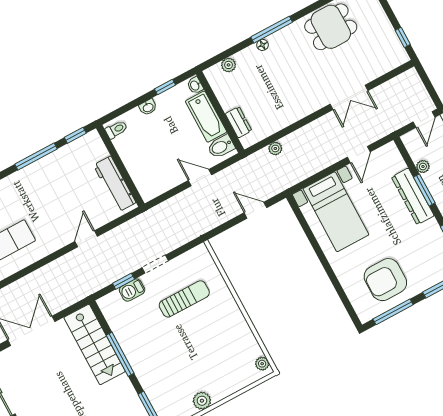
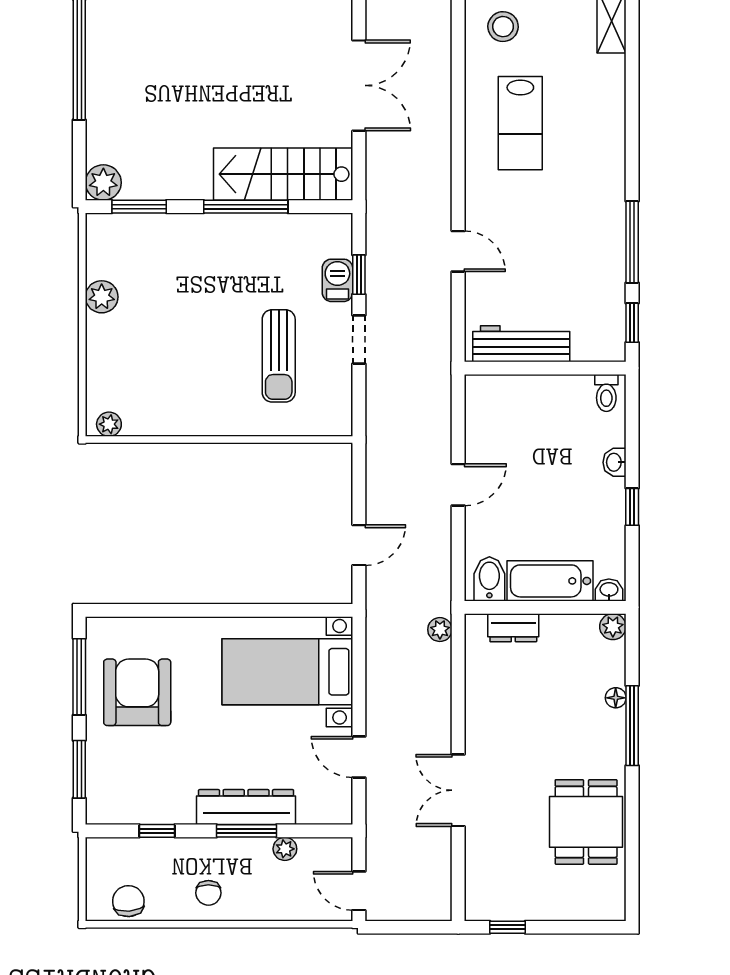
washbasin: (195, 85) -> (609, 590), moved
wall: (220, 112) -> (545, 607), moved
bathtub: (206, 117) -> (550, 581), moved
dresser: (239, 122) -> (513, 628), moved
bidet: (221, 147) -> (489, 579), moved

